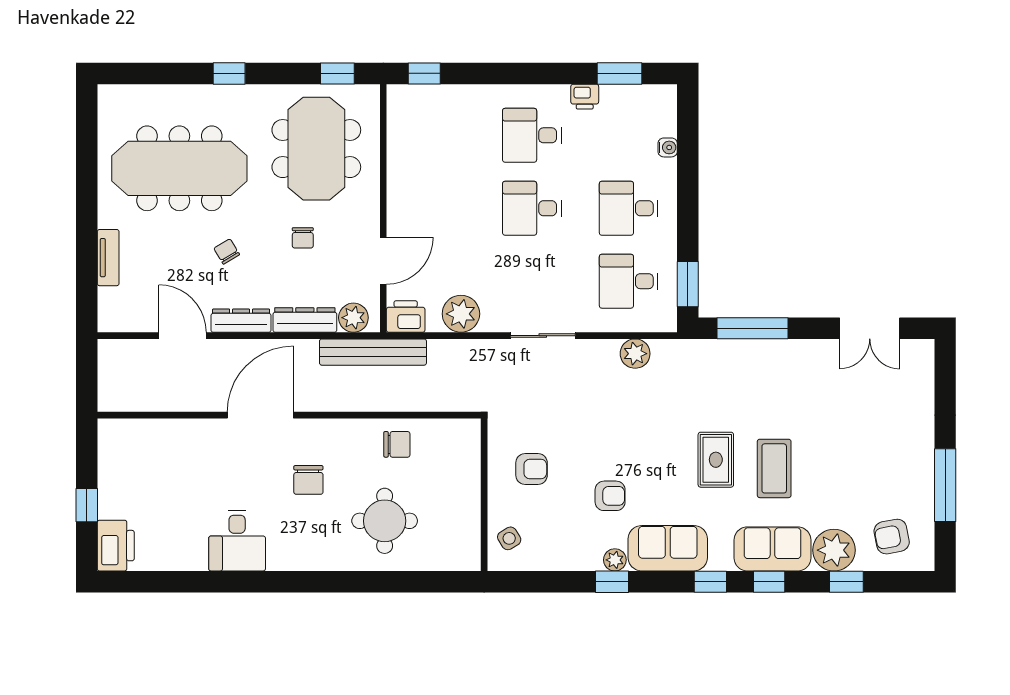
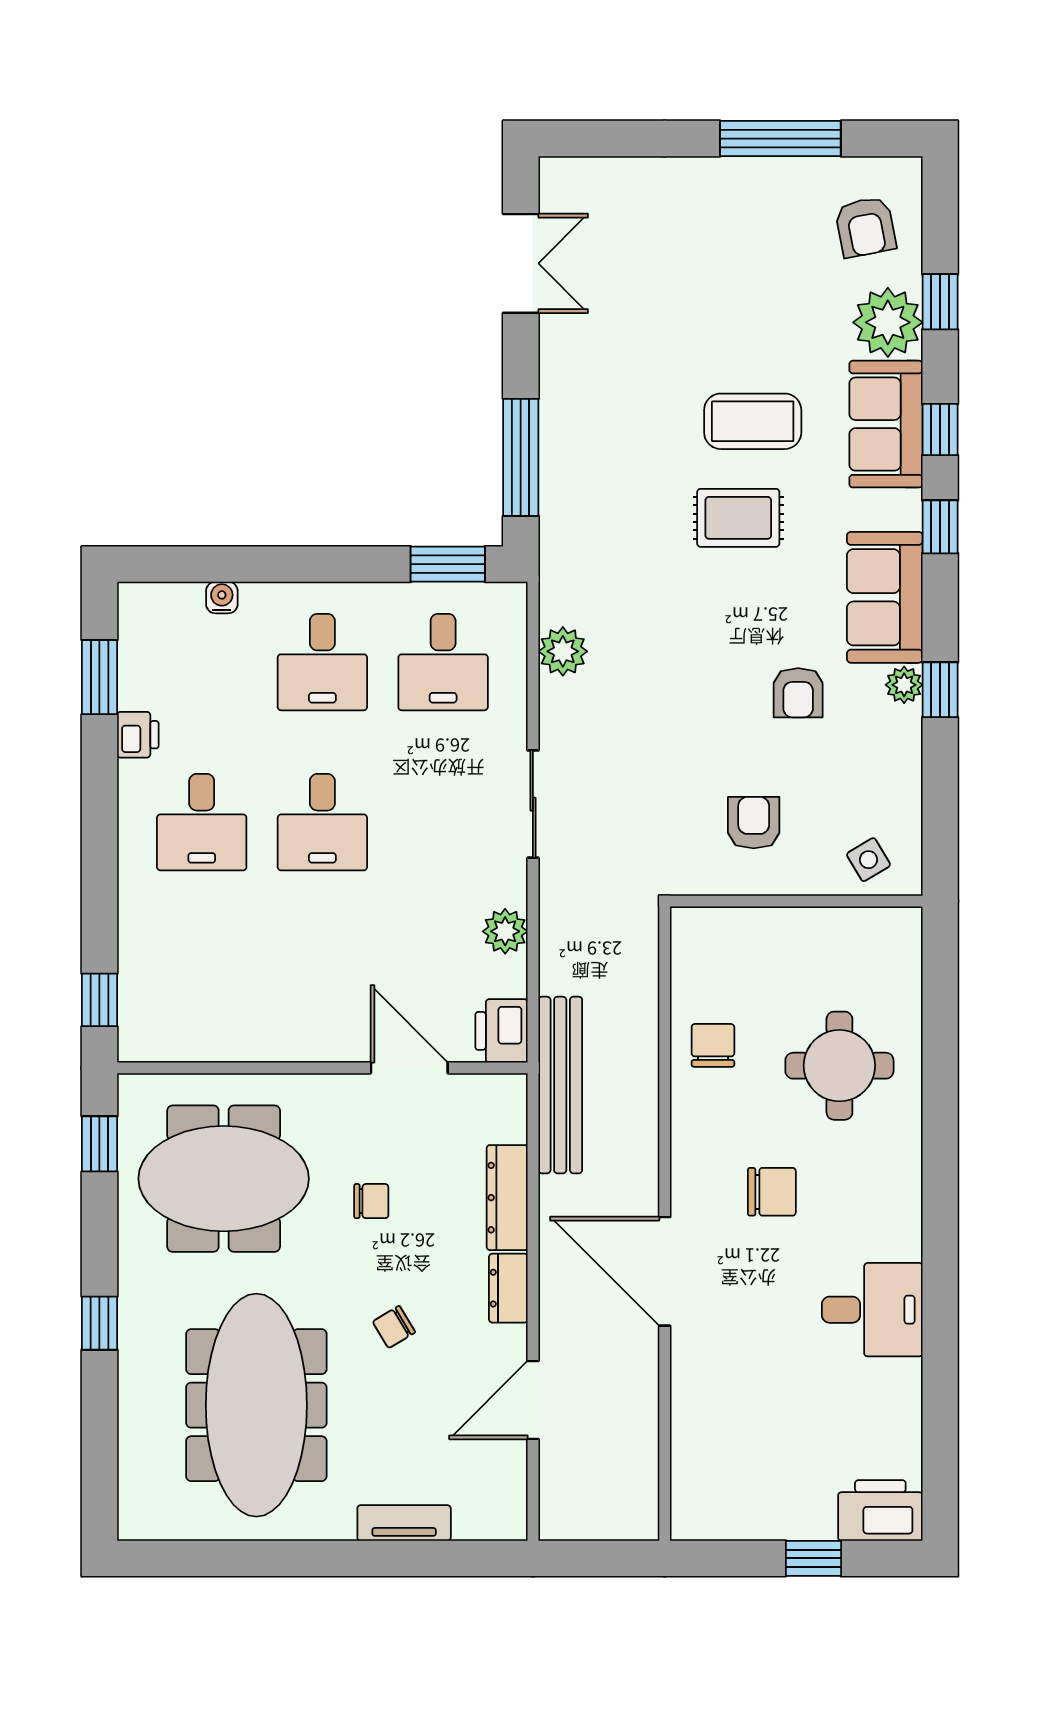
plant: (461, 314) -> (505, 931), width x0.73, depth x0.73
plant: (353, 318) -> (503, 1117), removed
dresser: (241, 321) -> (508, 1288), width x0.70
armchair: (610, 496) -> (798, 693), turned 180

